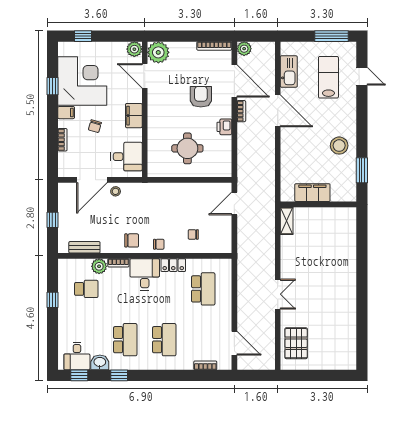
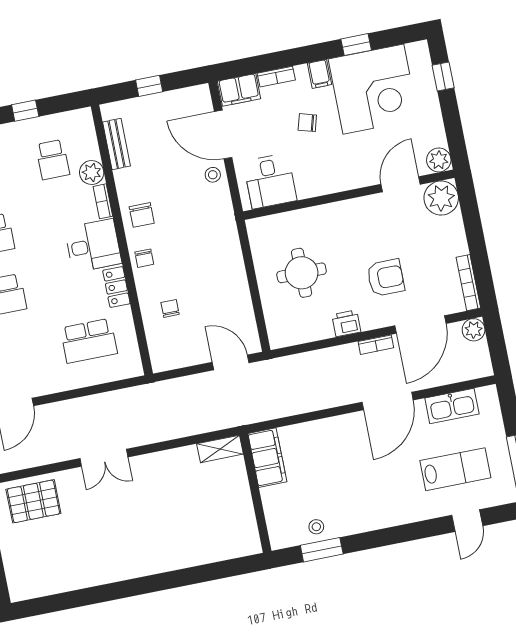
filing cabinet: (134, 116) -> (239, 90), moved, turned 180
stool: (339, 146) -> (316, 527), moved, width x0.53, depth x0.53
filing cabinet: (312, 193) -> (267, 458), moved

